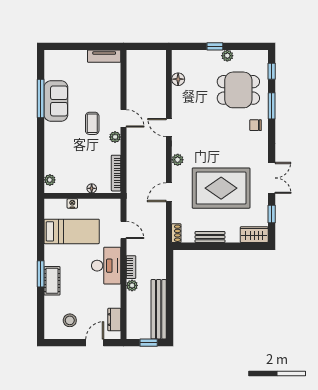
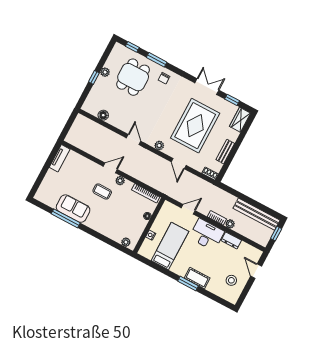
door: (169, 128) -> (134, 140), swing flipped
dresser: (114, 320) -> (231, 240), moved

